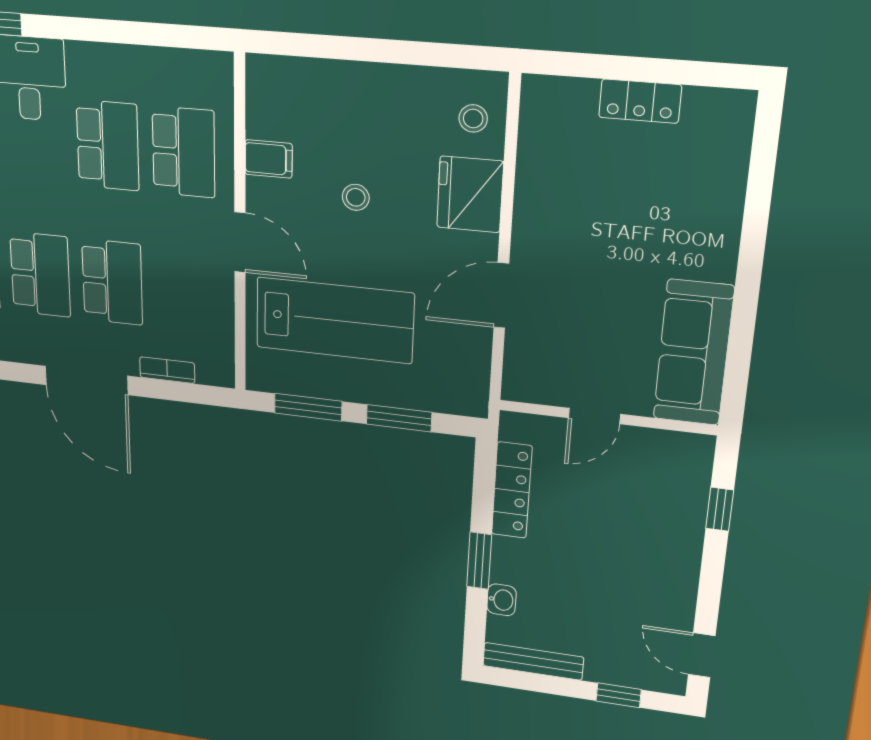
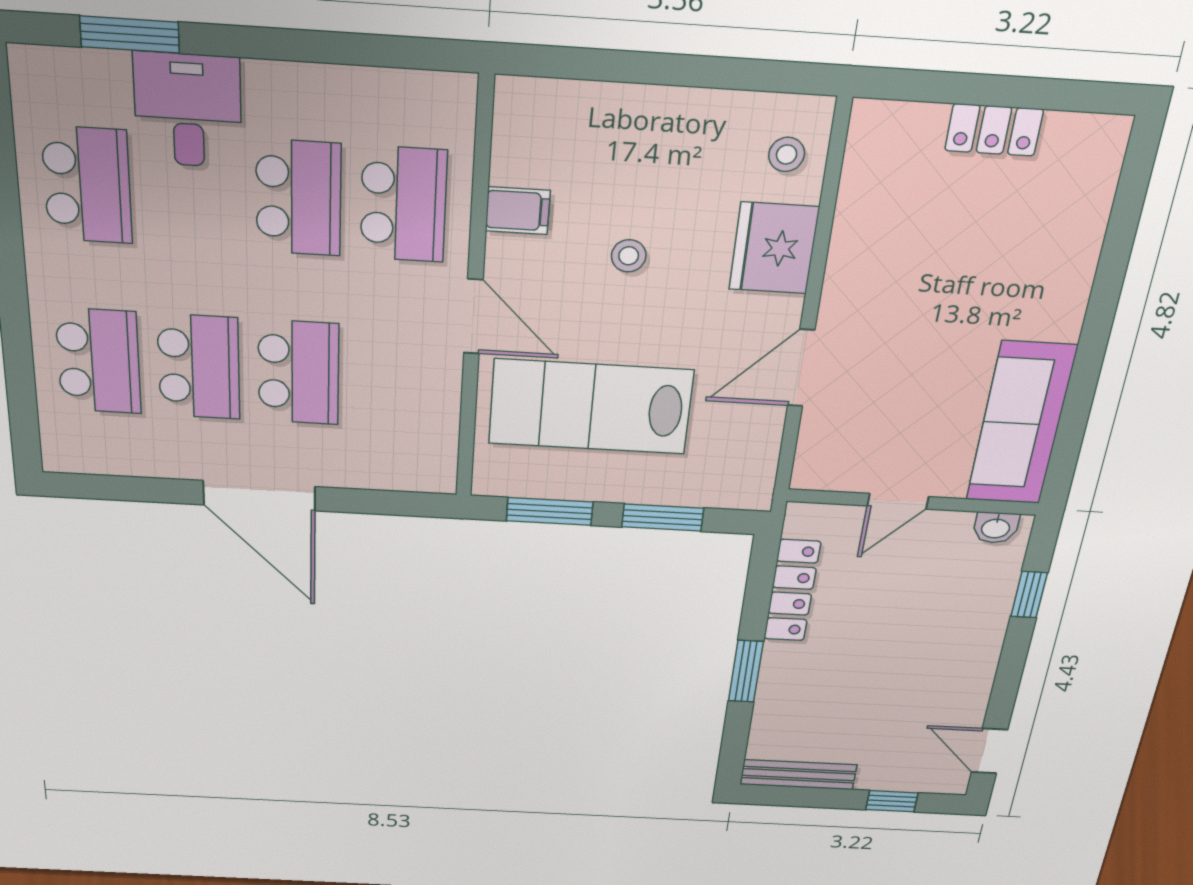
lab bench: (335, 320) -> (591, 407), turned 180
bookcase: (167, 370) -> (369, 477), removed
washbasin: (501, 600) -> (996, 528), moved, turned 90

